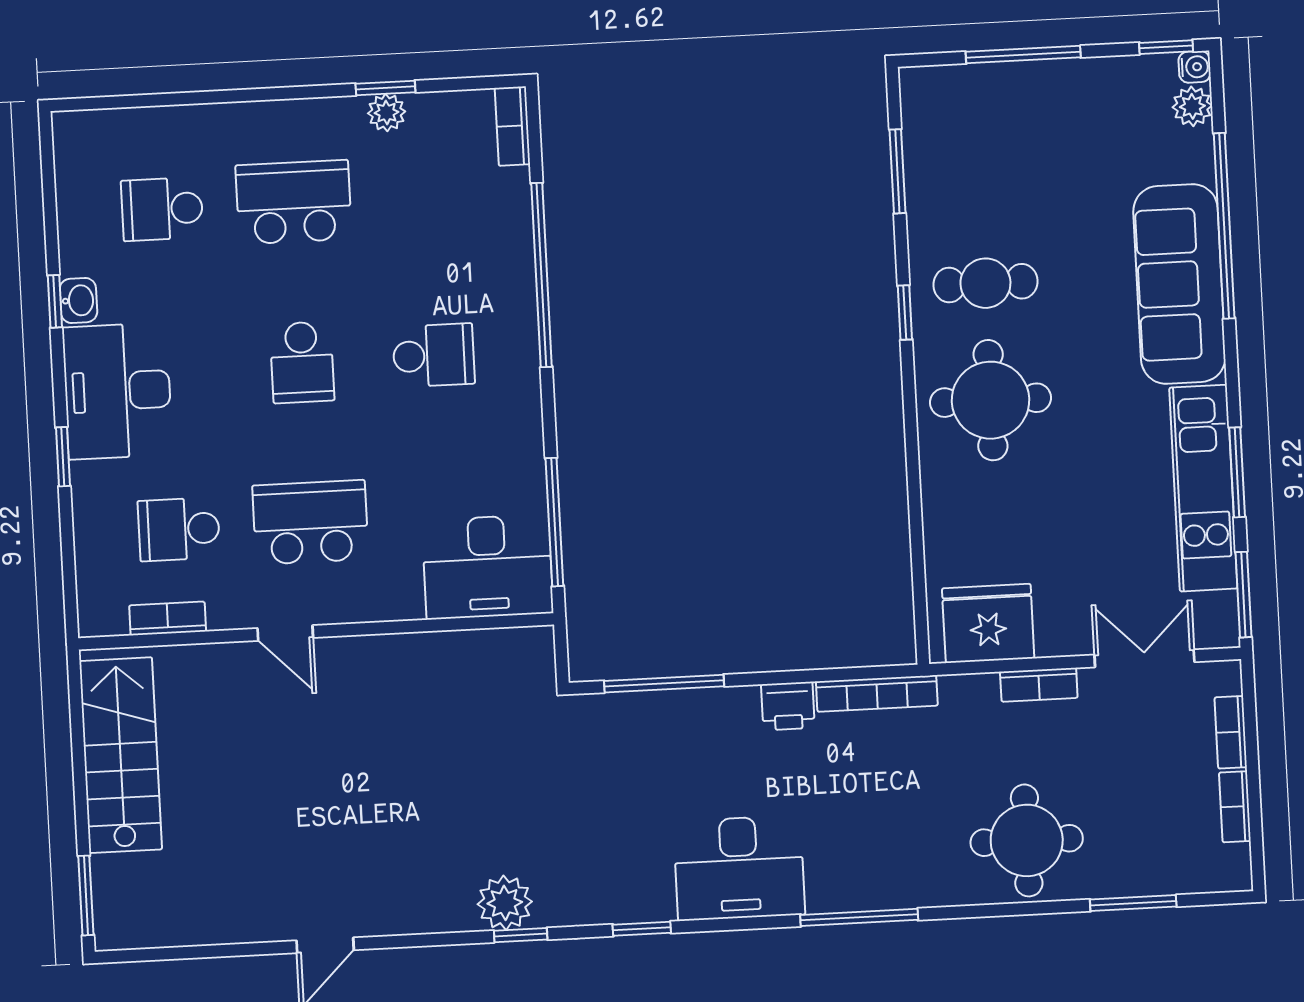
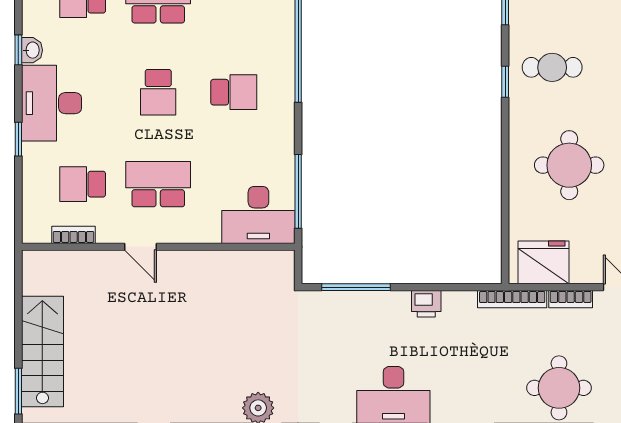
round table: (991, 400) -> (569, 165), moved
bookcase: (877, 693) -> (512, 299), moved
stairs: (121, 755) -> (42, 351), moved

